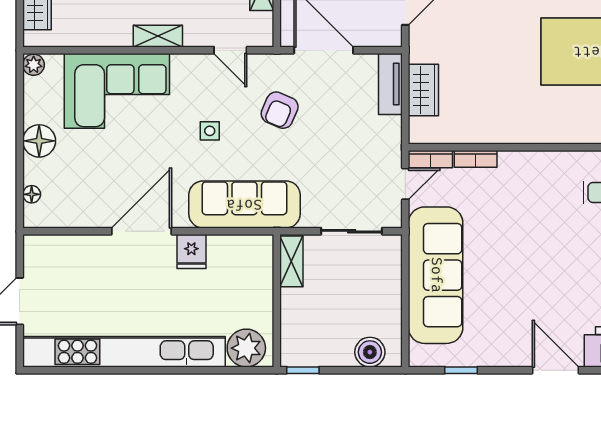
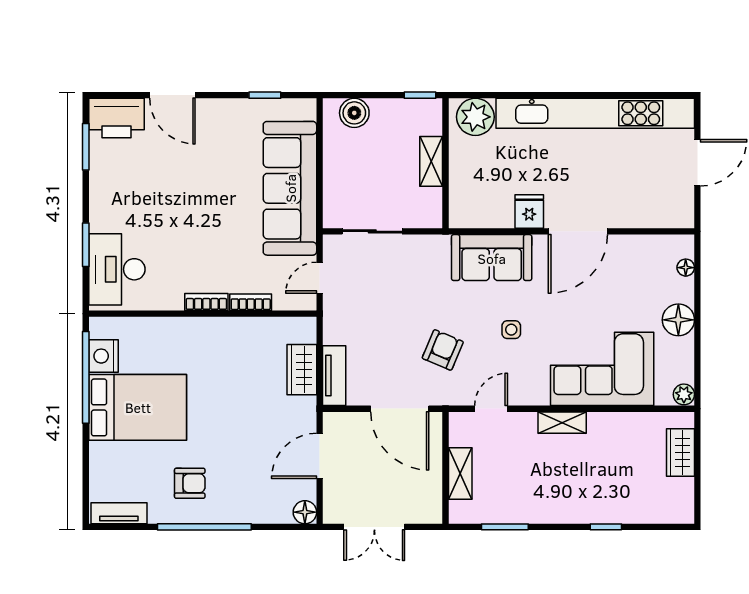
door: (230, 50) -> (491, 409), hinge flipped
bookcase: (430, 159) -> (206, 302), moved
sofa: (244, 204) -> (492, 258), width x0.73
shelving: (291, 261) -> (431, 161), moved

